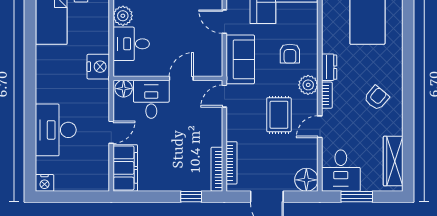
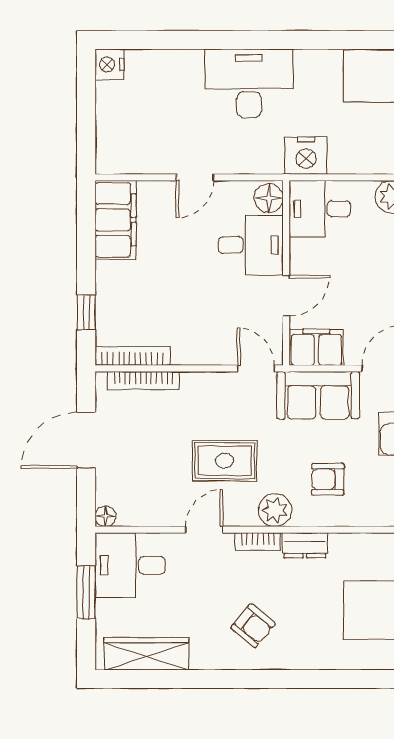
desk: (131, 44) -> (320, 209), moved, turned -90
filing cabinet: (212, 60) -> (316, 347), added
door: (181, 78) -> (286, 296), hinge flipped
door: (320, 127) -> (204, 530), hinge flipped
desk: (56, 130) -> (249, 83), moved
door: (111, 132) -> (195, 177), hinge flipped
filing cabinet: (125, 168) -> (116, 220), moved, turned -90
floor lamp: (306, 180) -> (105, 516), width x0.53, depth x0.53

